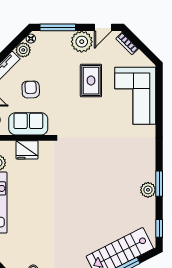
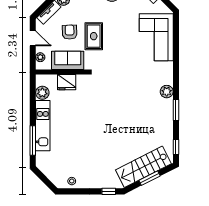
rug: (91, 81) -> (94, 36), moved
plant: (148, 190) -> (167, 92), moved

